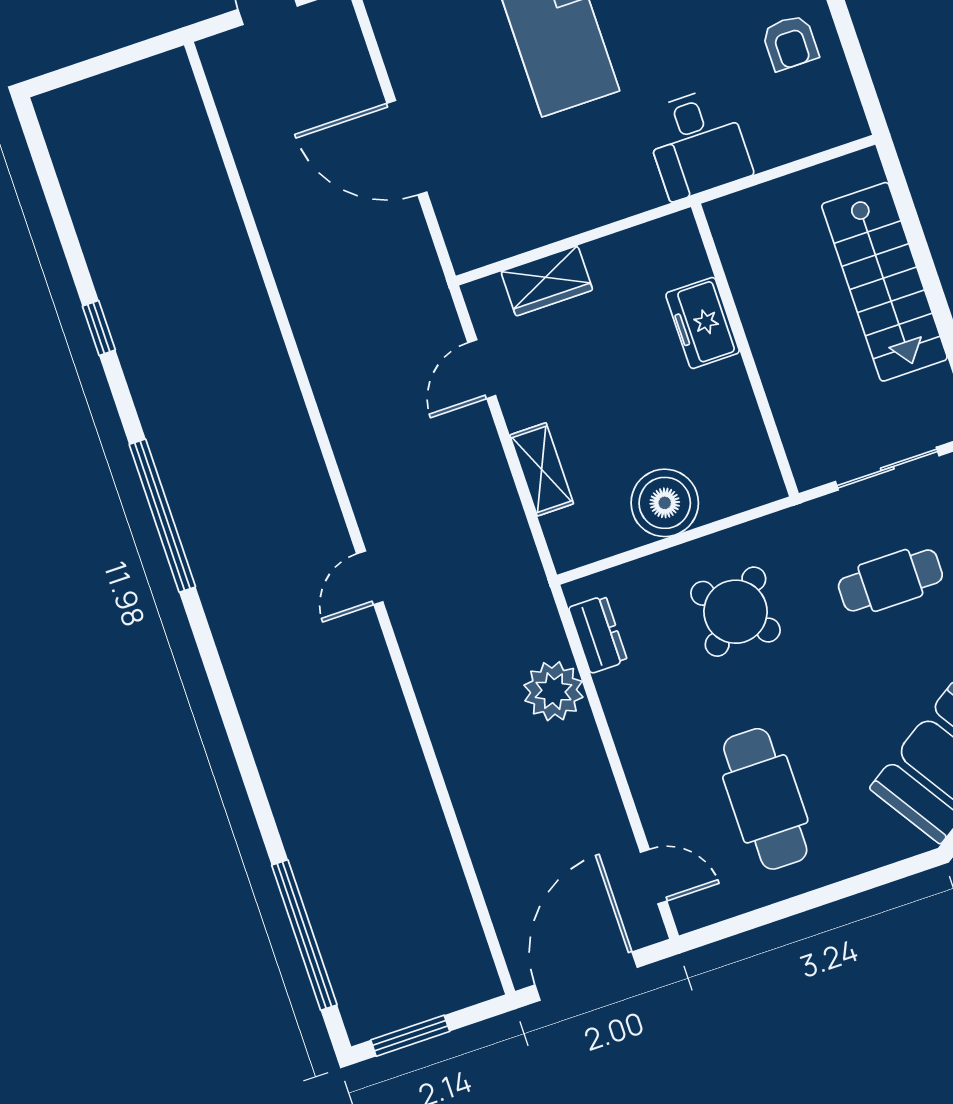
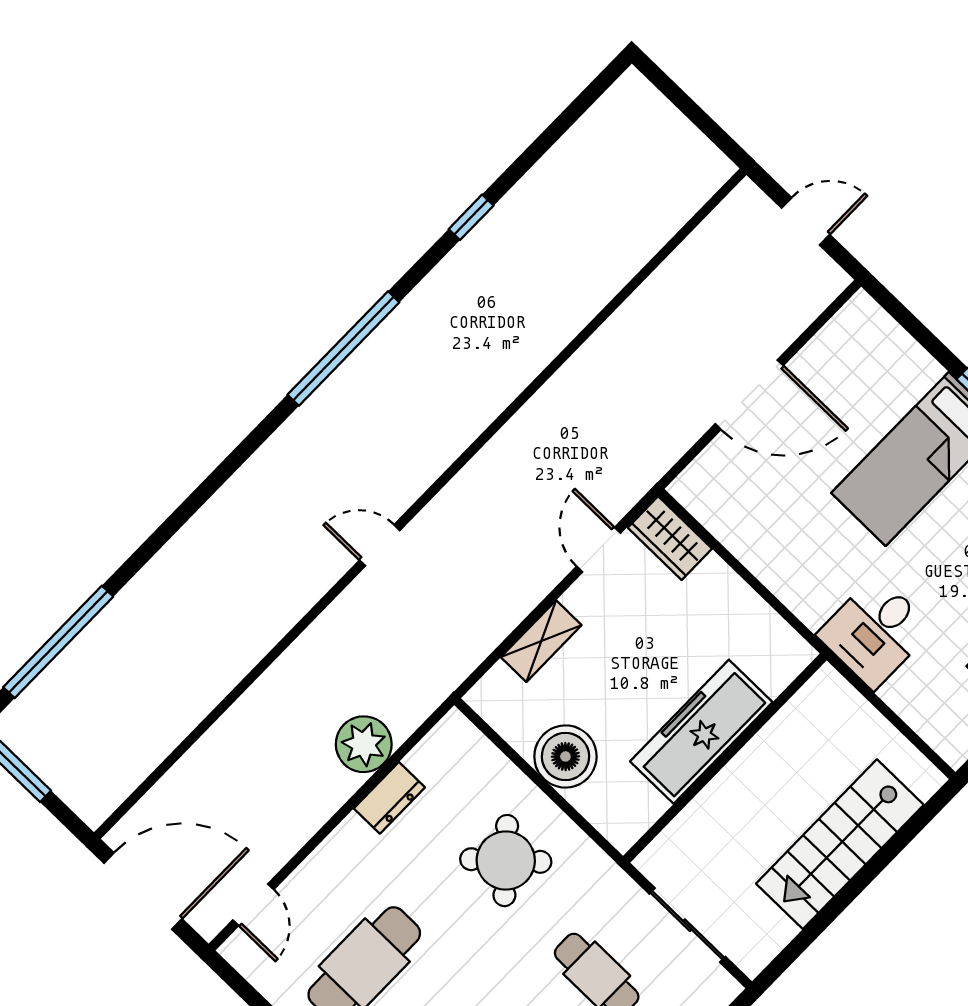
door: (407, 148) -> (749, 395), swing flipped
wardrobe: (547, 281) -> (670, 538), moved
freezer: (703, 323) -> (701, 732), width x1.91, depth x1.26
door: (482, 369) -> (599, 550), hinge flipped
dresser: (598, 634) -> (389, 798), moved

